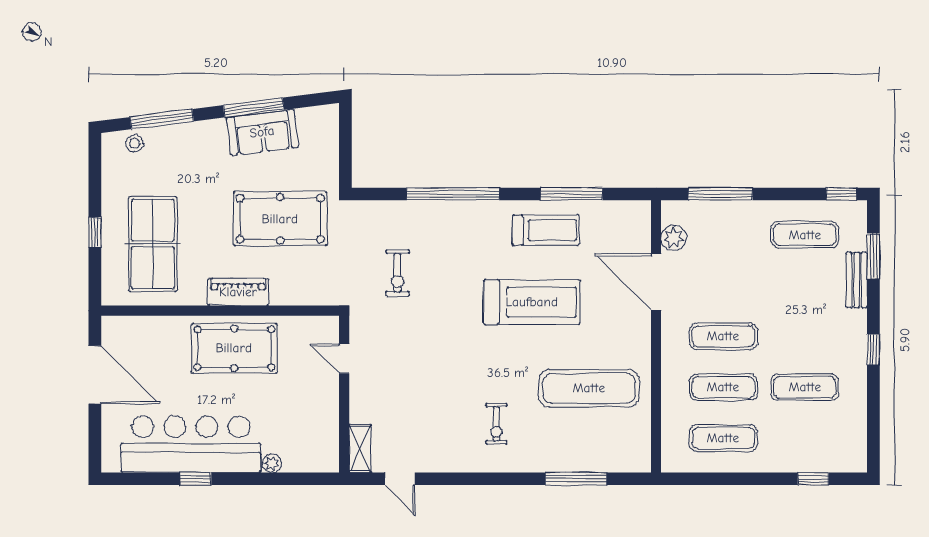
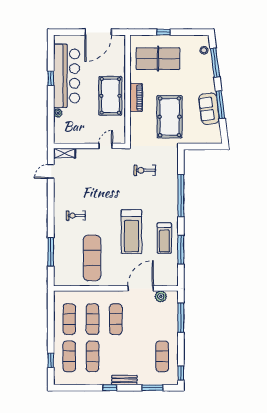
bench: (857, 280) -> (124, 380), moved
exercise mat: (805, 438) -> (69, 356), added

